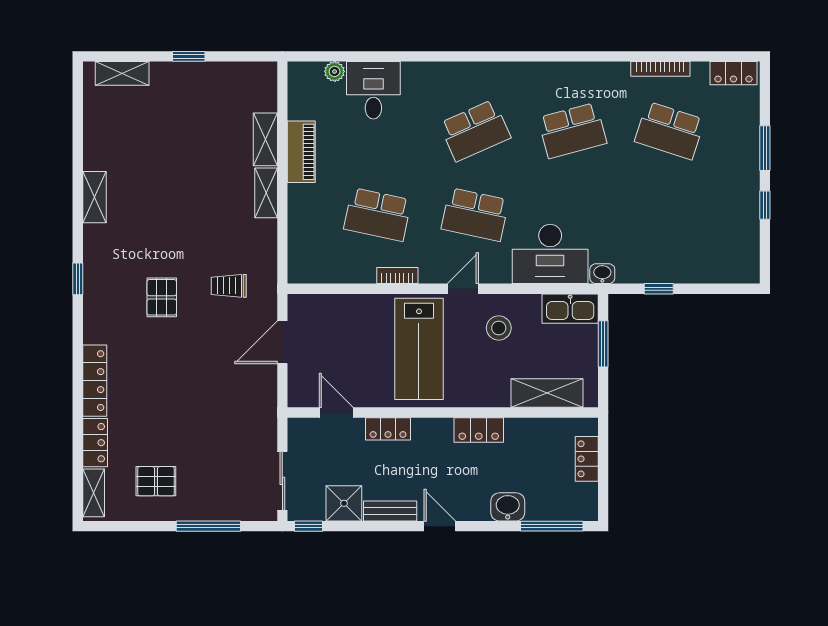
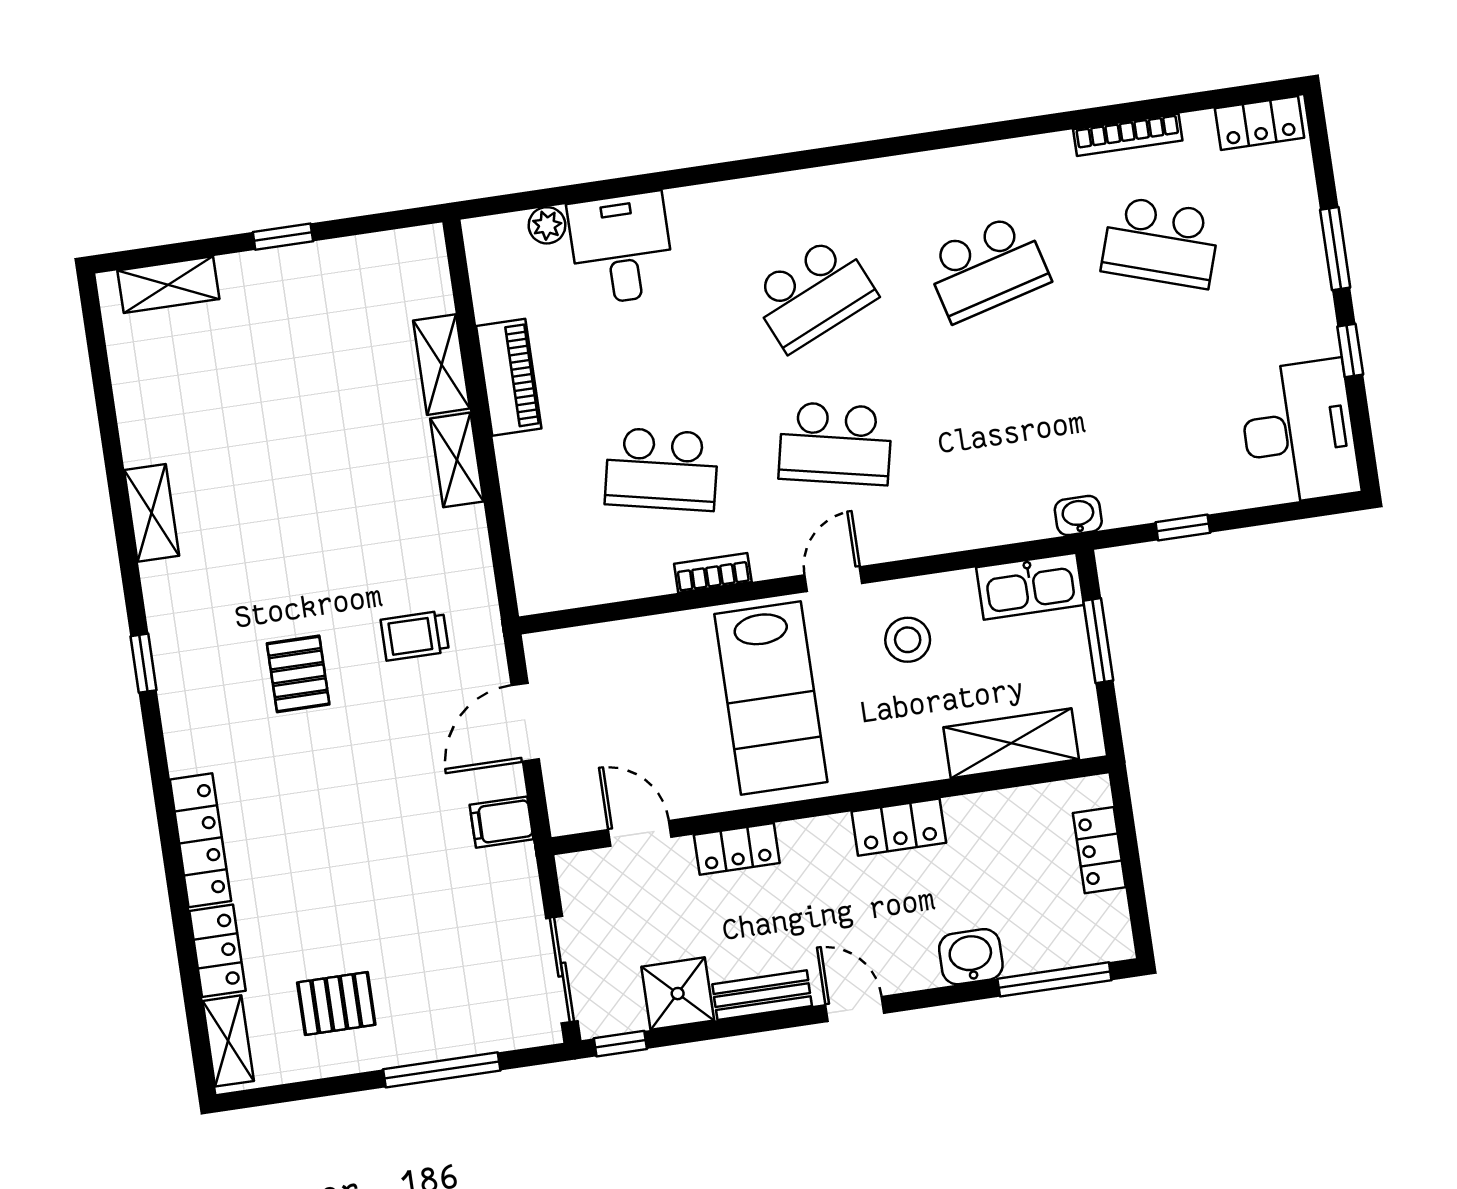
desk: (550, 254) -> (1299, 432), moved, turned -90
filing cabinet: (261, 395) -> (502, 822), added

